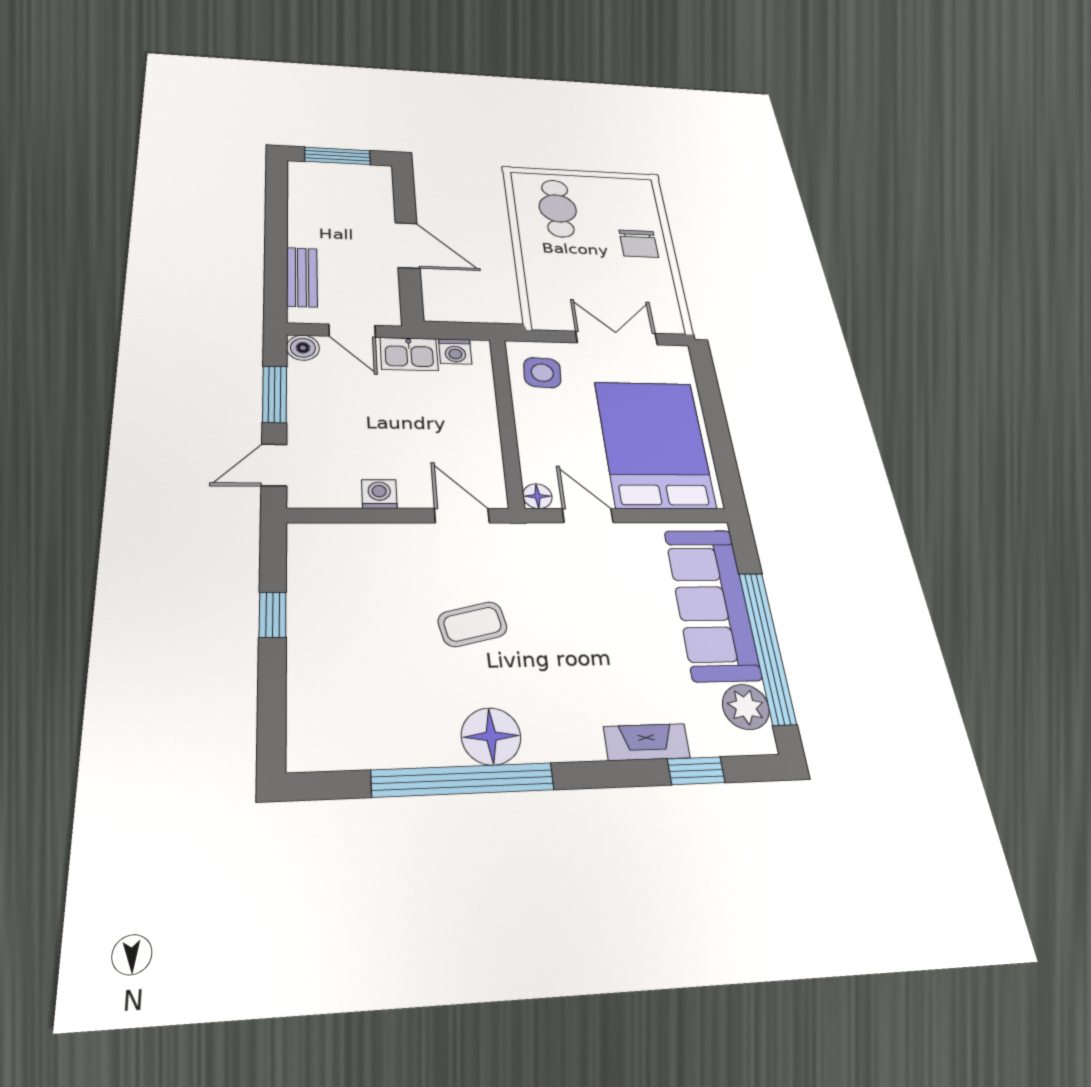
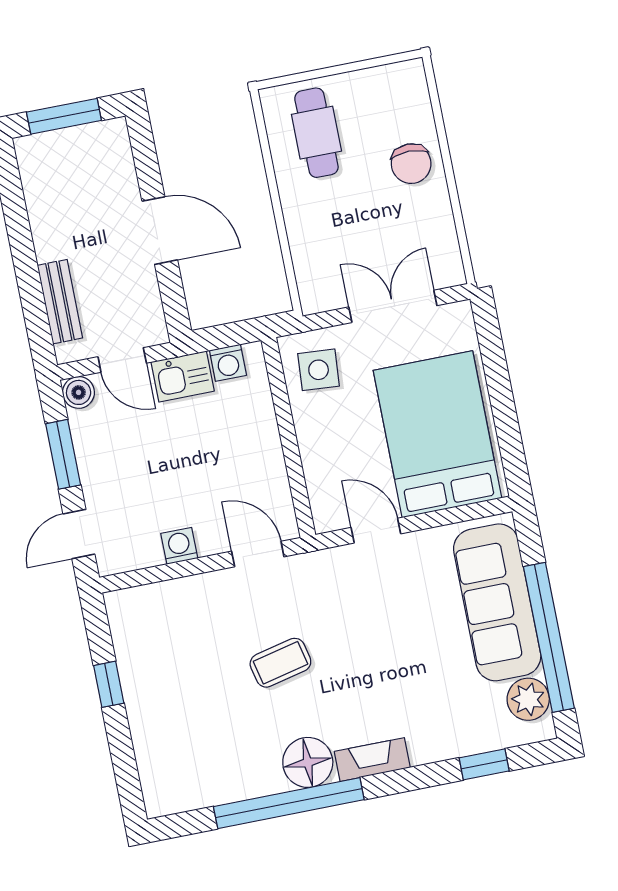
floor lamp: (537, 496) -> (326, 519), removed
fireplace: (647, 742) -> (372, 760), moved

